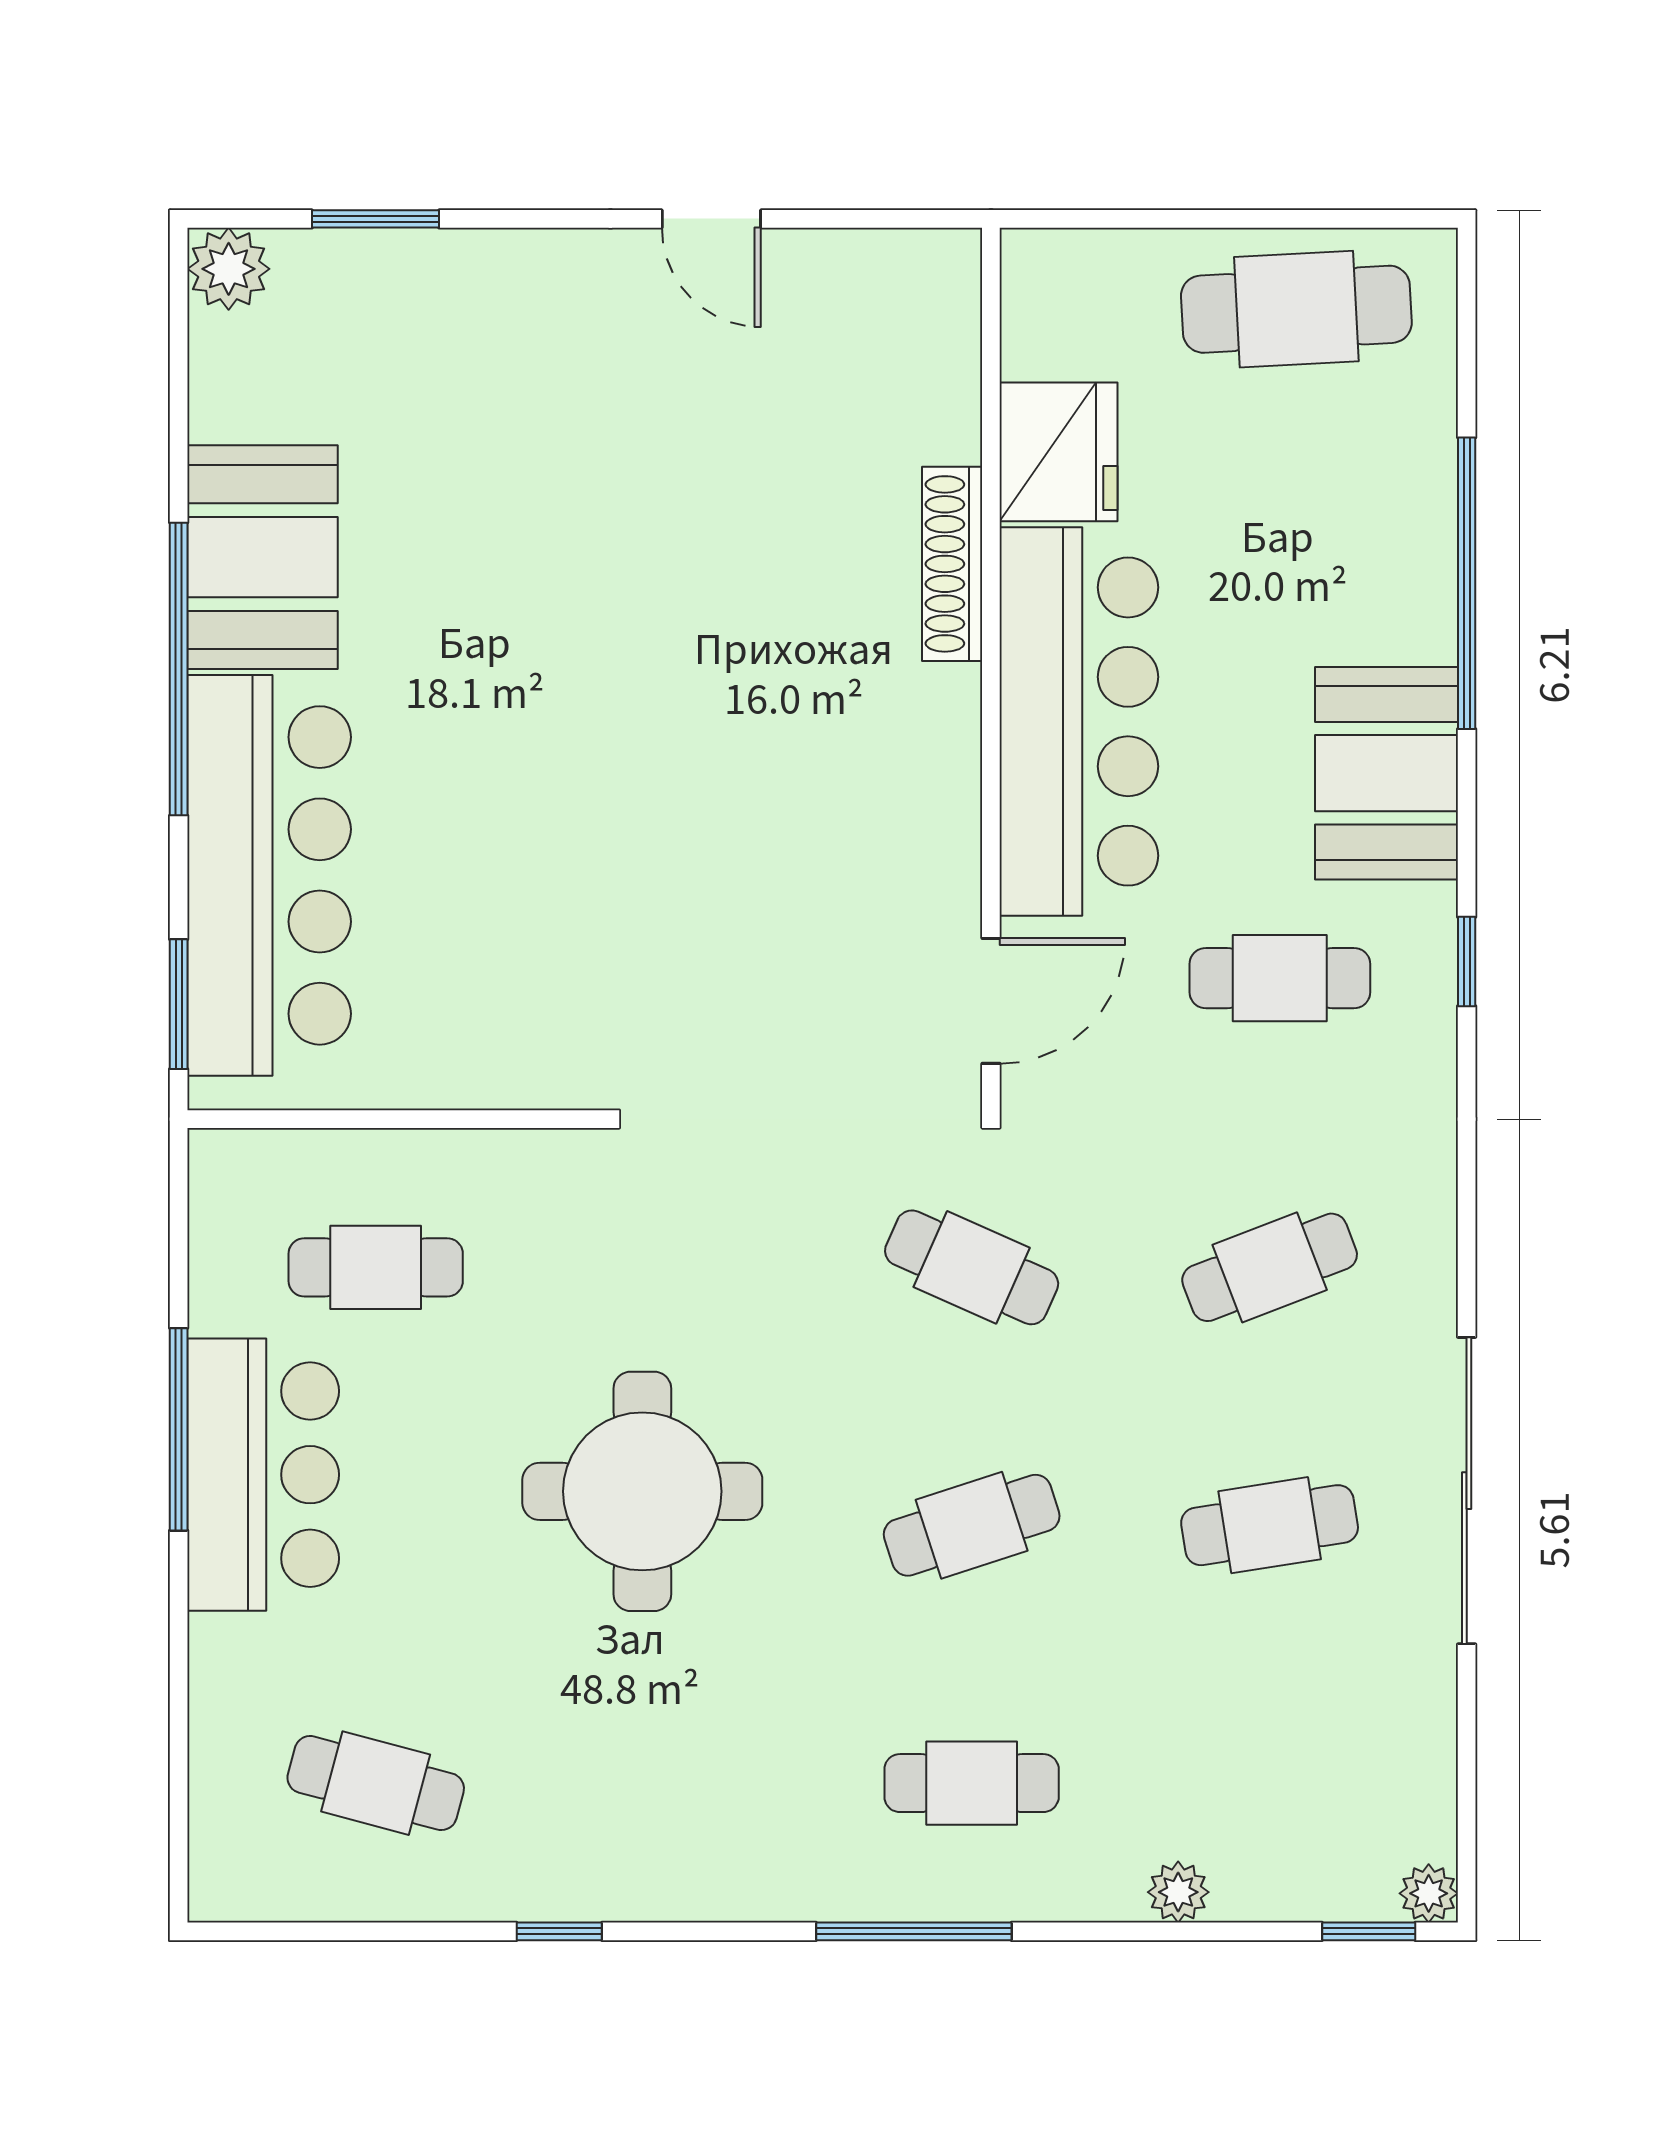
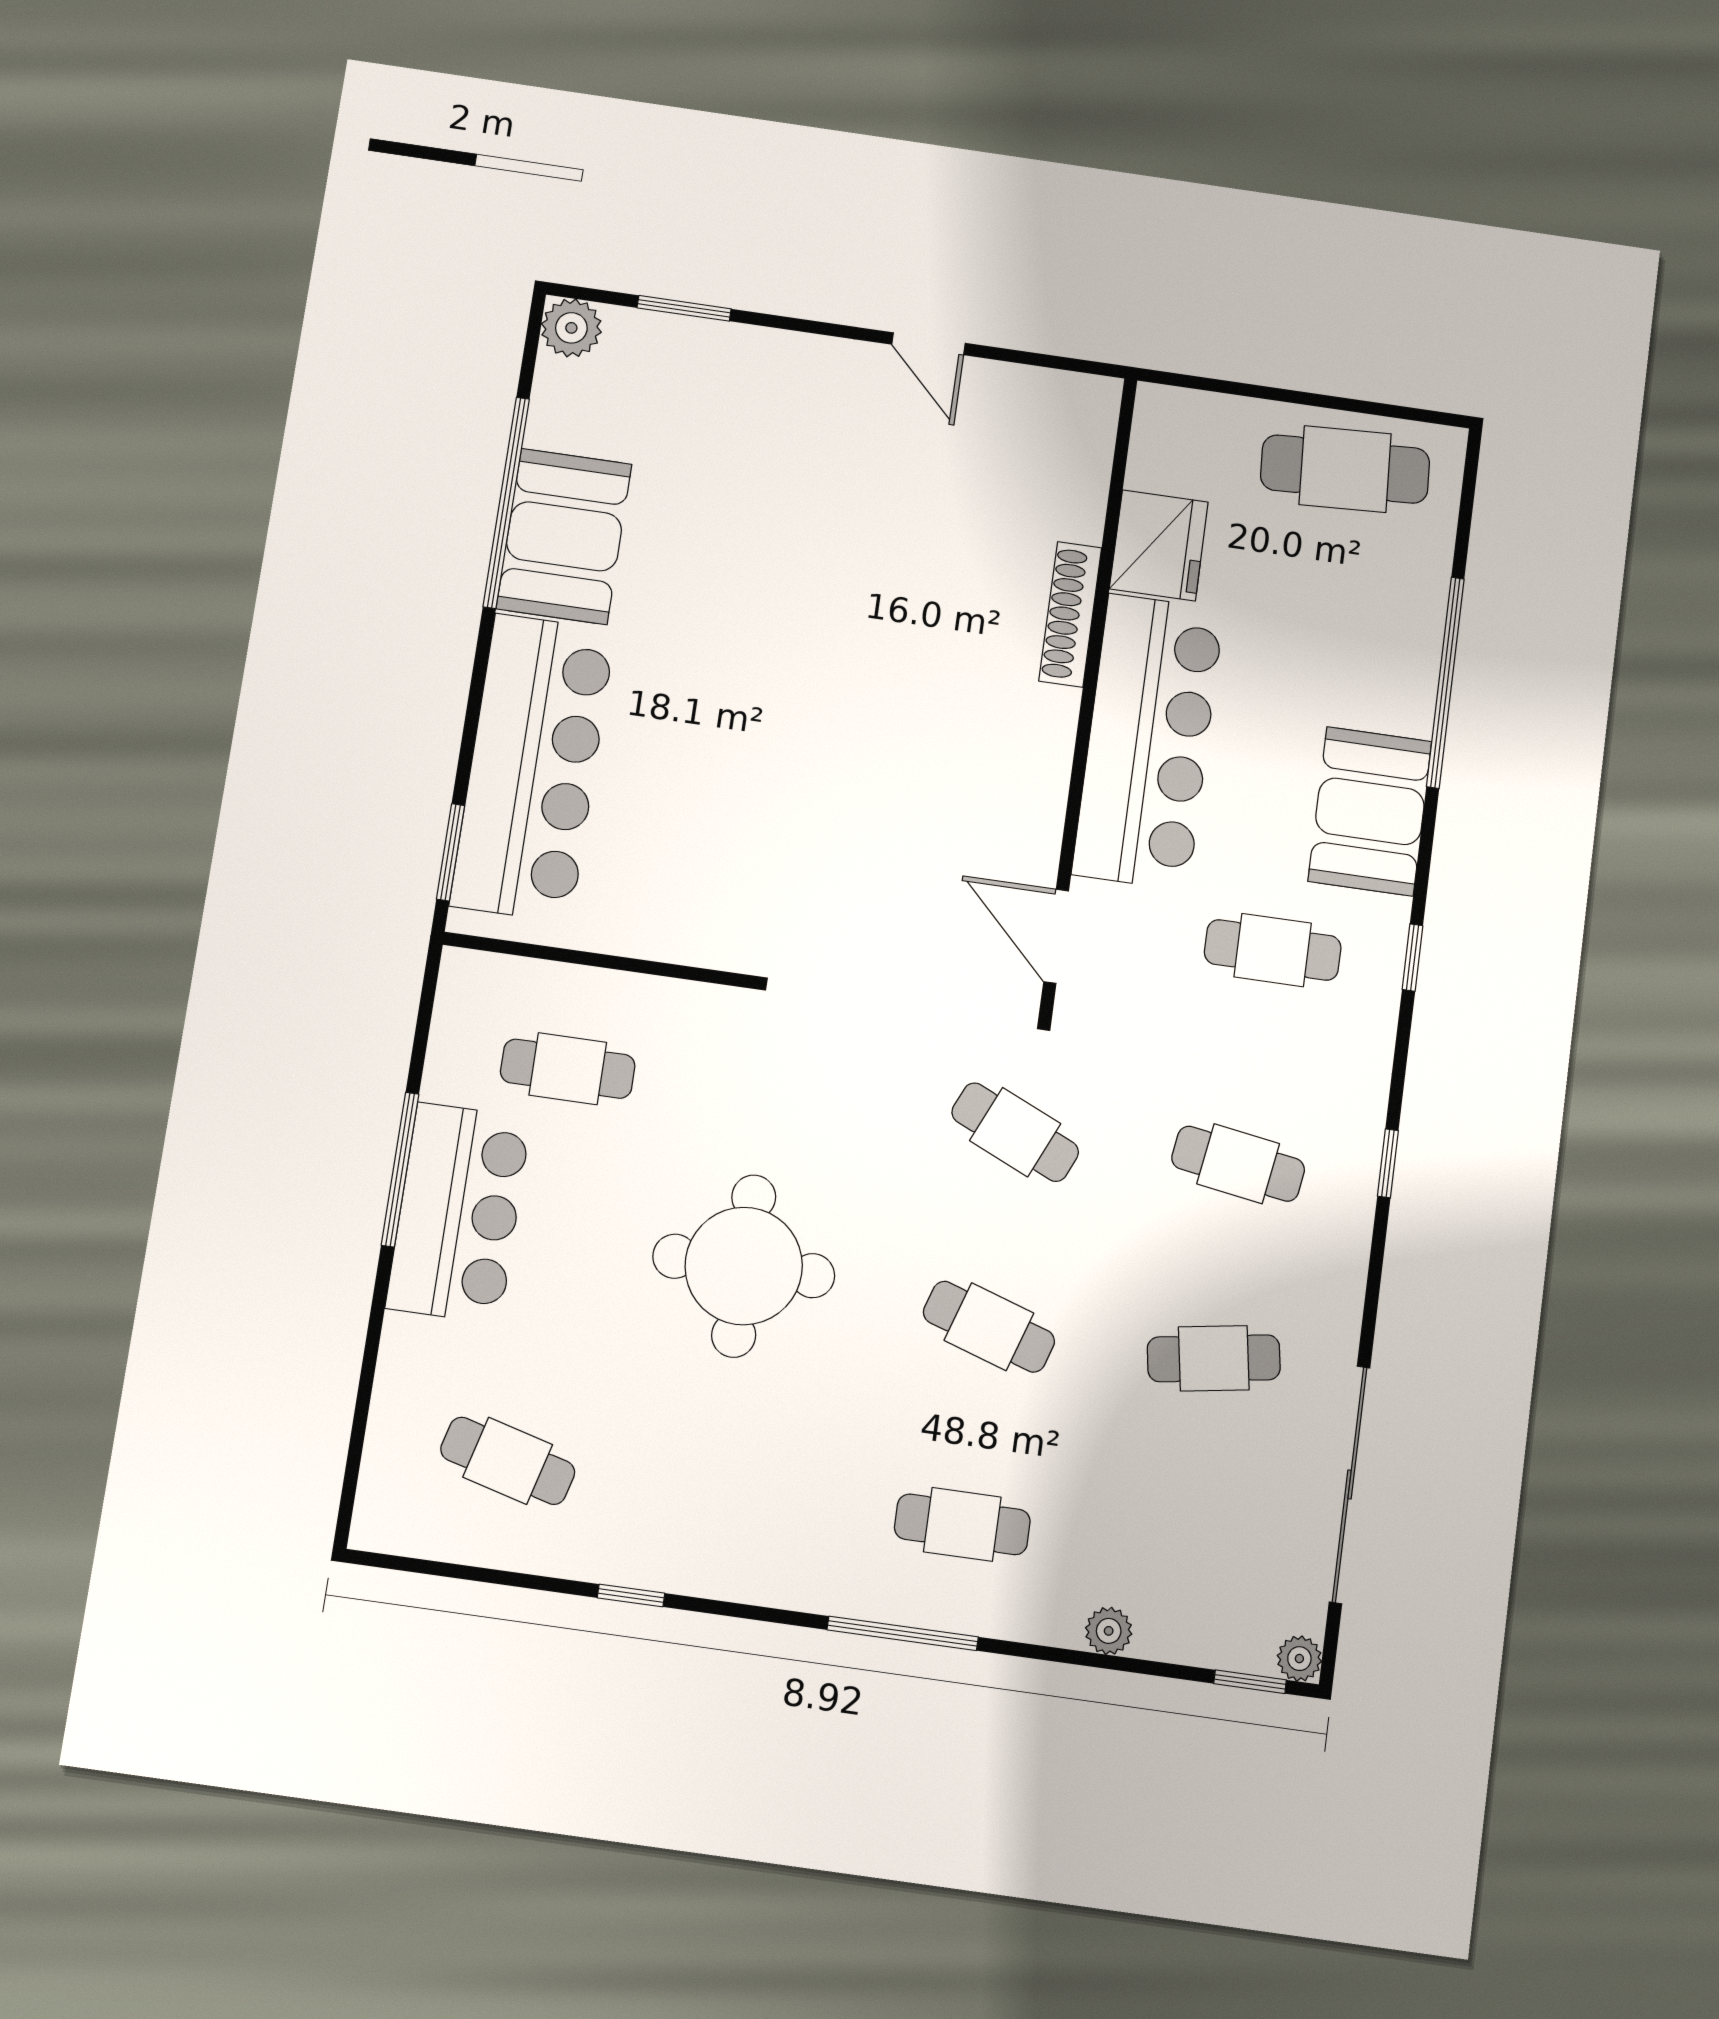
window: (179, 669) -> (506, 503), moved
door: (991, 1001) -> (1056, 936), swing flipped
window: (1467, 1239) -> (1388, 1163), added
cafe table: (1270, 1267) -> (1238, 1164), turned 30
sliding door: (1467, 1491) -> (1350, 1484), moved
cafe table: (972, 1525) -> (989, 1327), turned 36

